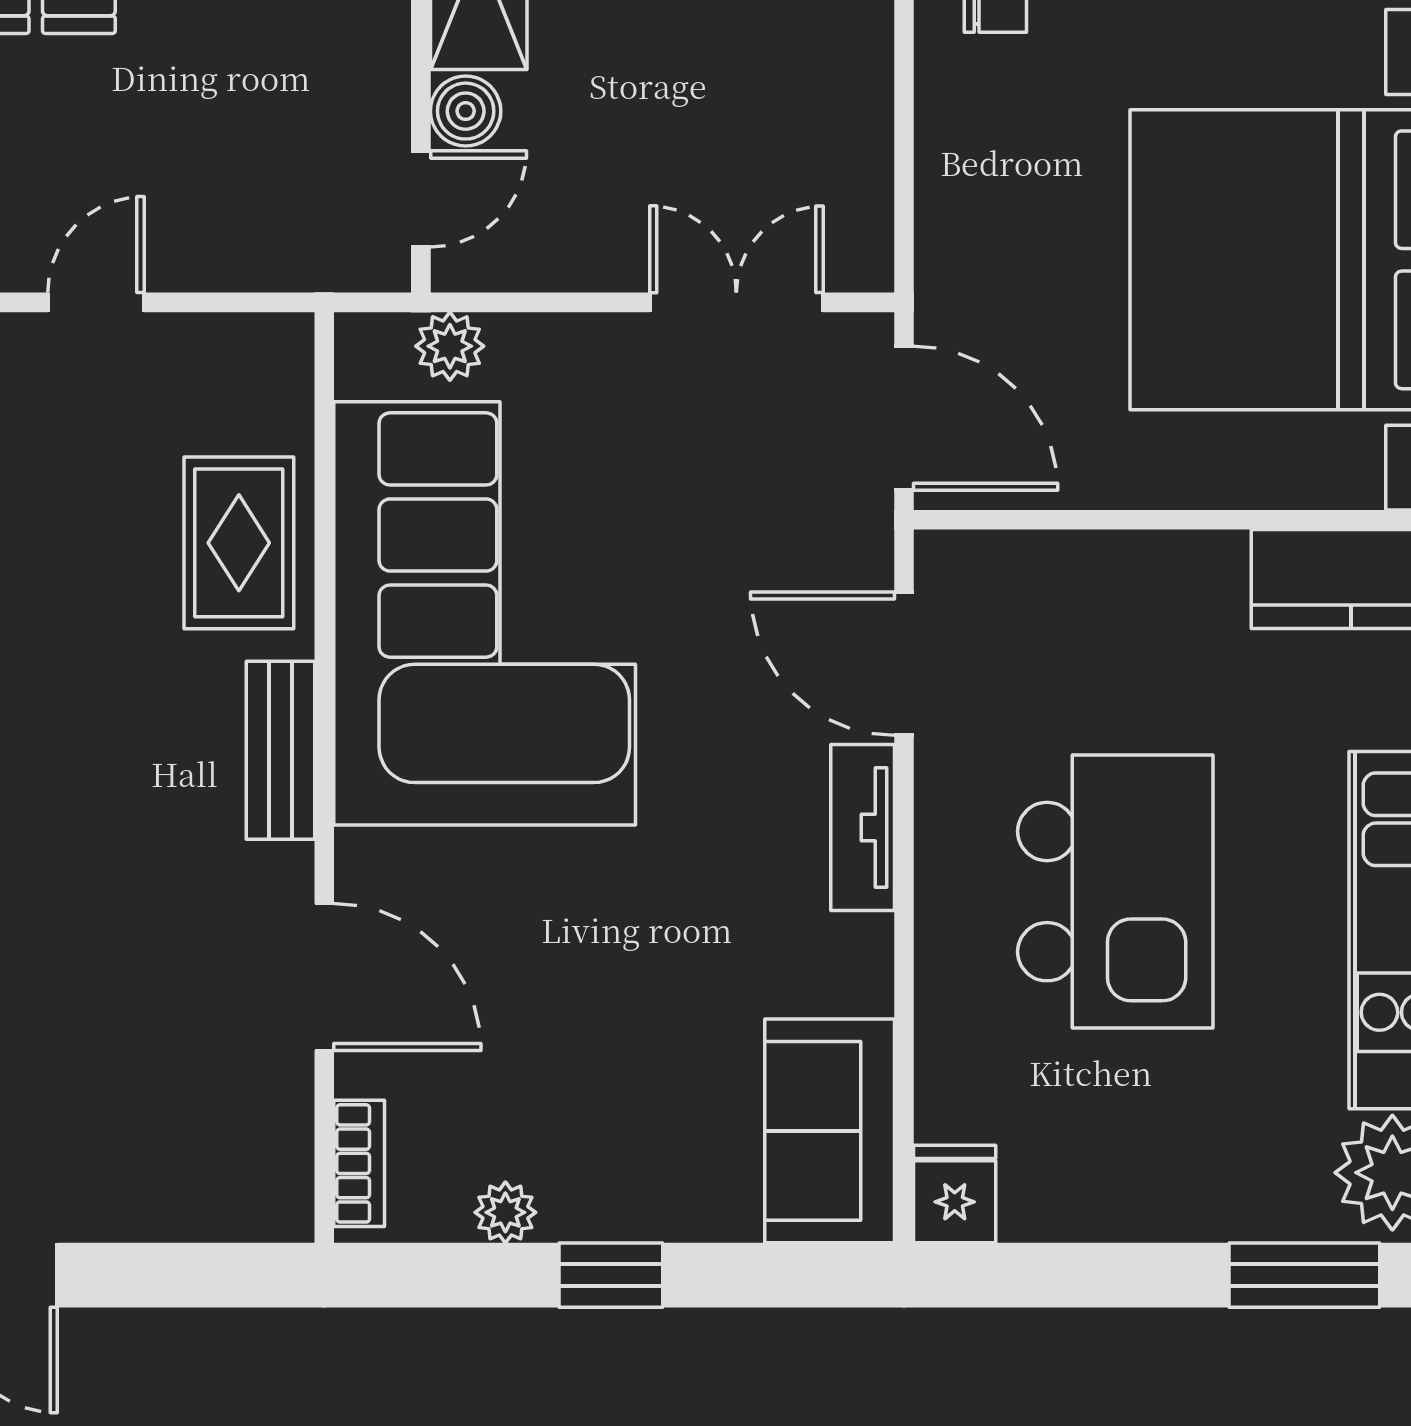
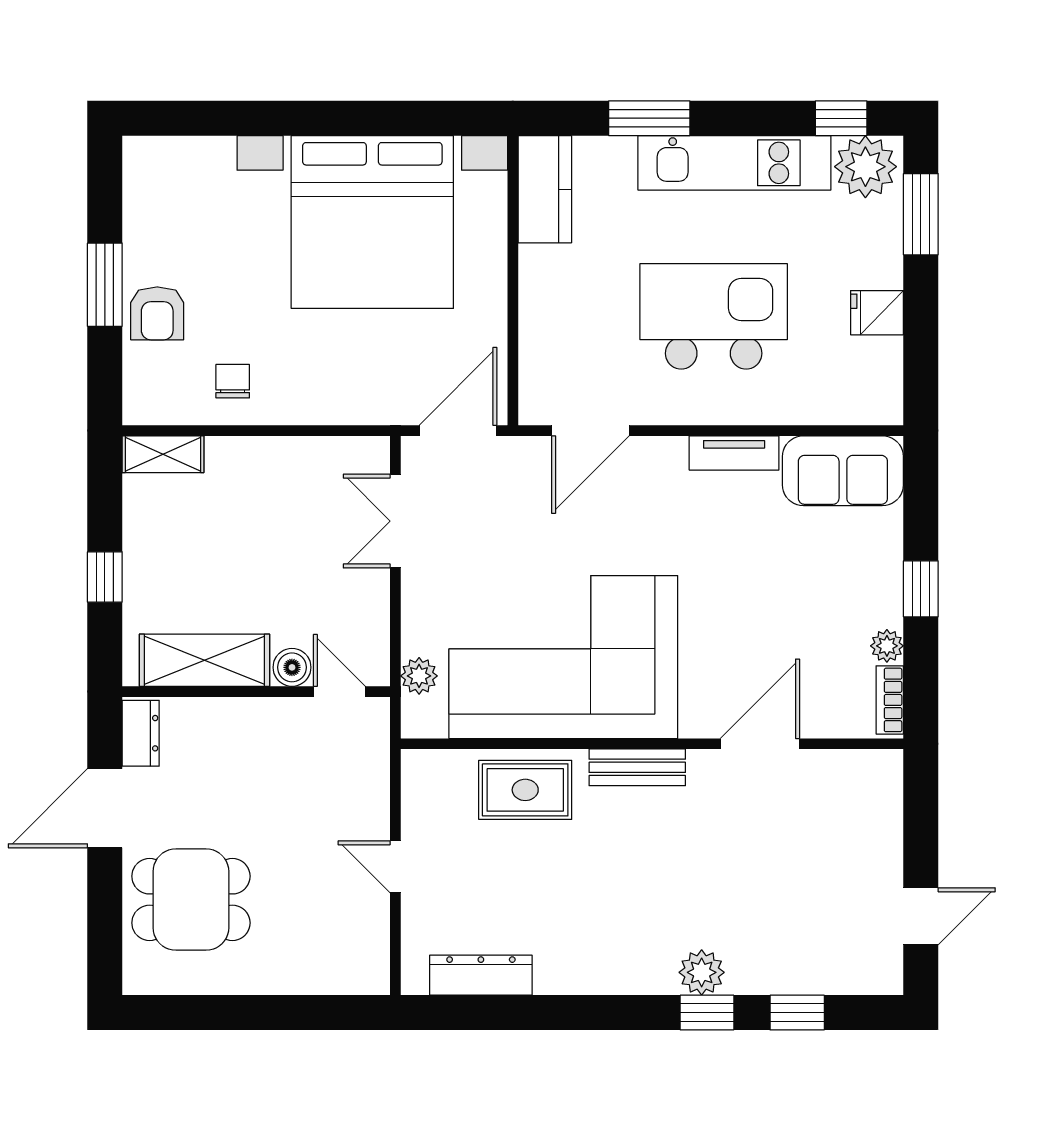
tv unit: (863, 827) -> (734, 453), moved
bookcase: (359, 1163) -> (890, 700), moved, turned -90
fridge: (955, 1194) -> (877, 313), moved

